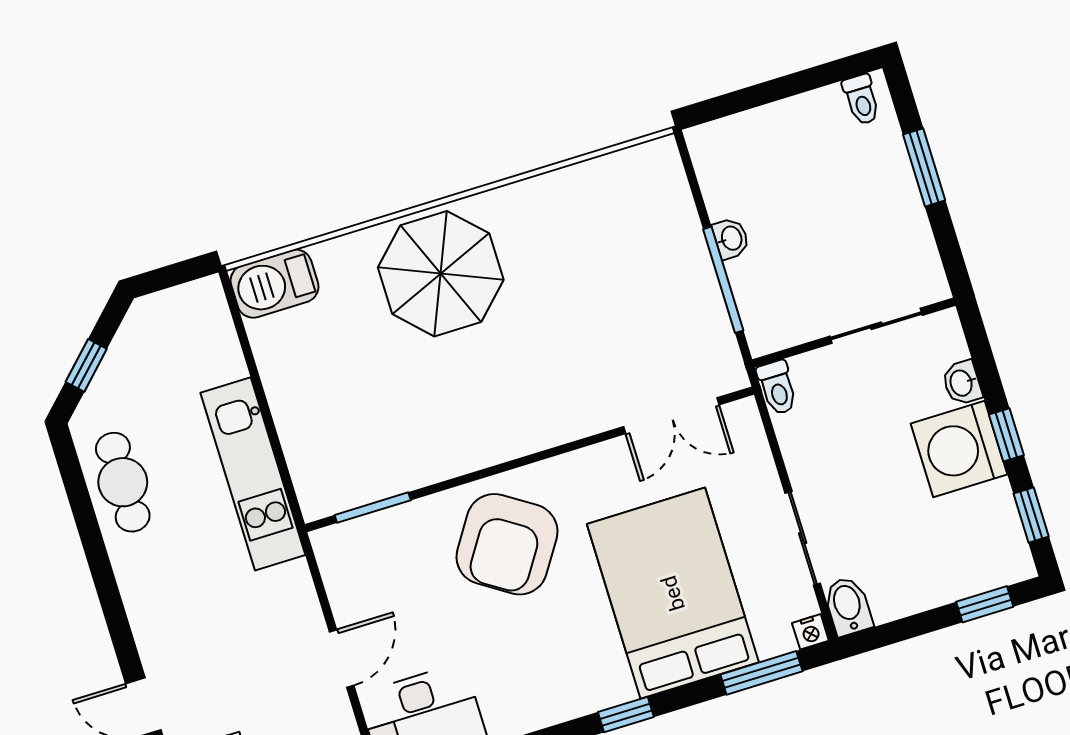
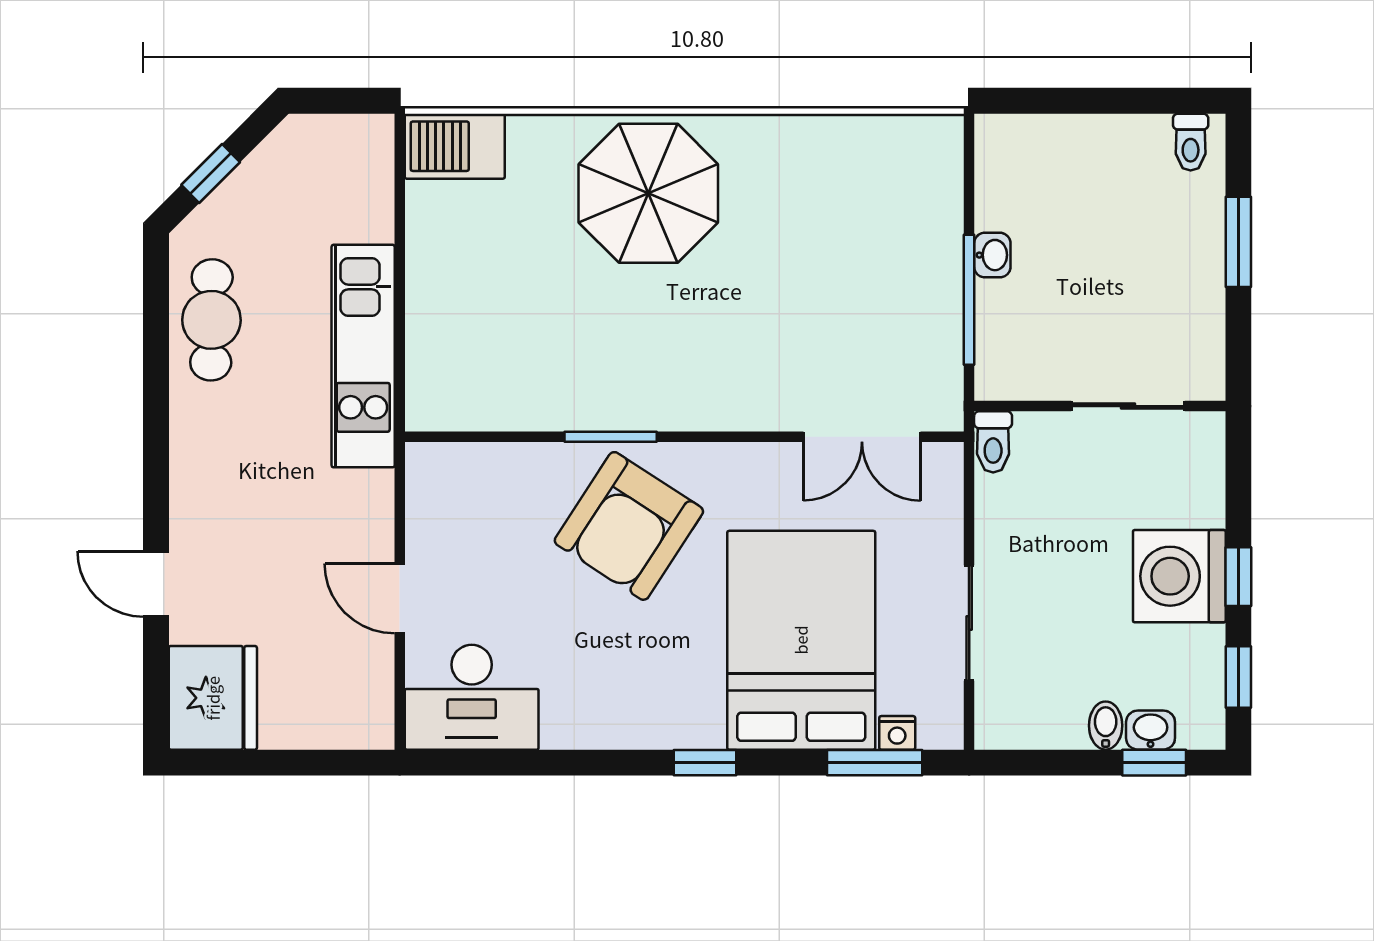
washbasin: (962, 383) -> (1151, 730), moved, turned 90
window: (373, 508) -> (611, 437), moved
bidet: (848, 606) -> (1106, 726), moved, width x0.72, depth x0.74
nightstand: (810, 632) -> (897, 733), moved
door: (342, 659) -> (400, 599), swing flipped

